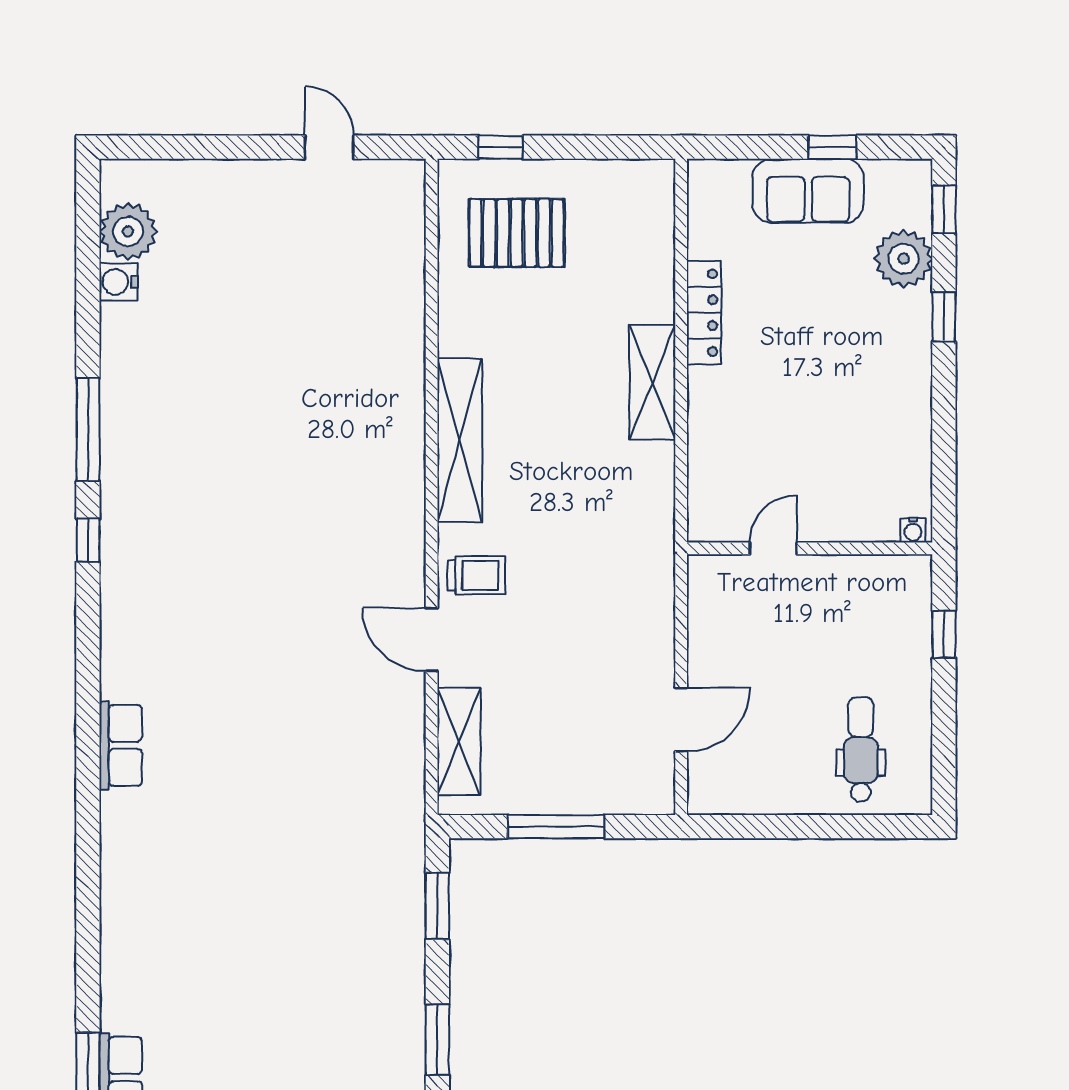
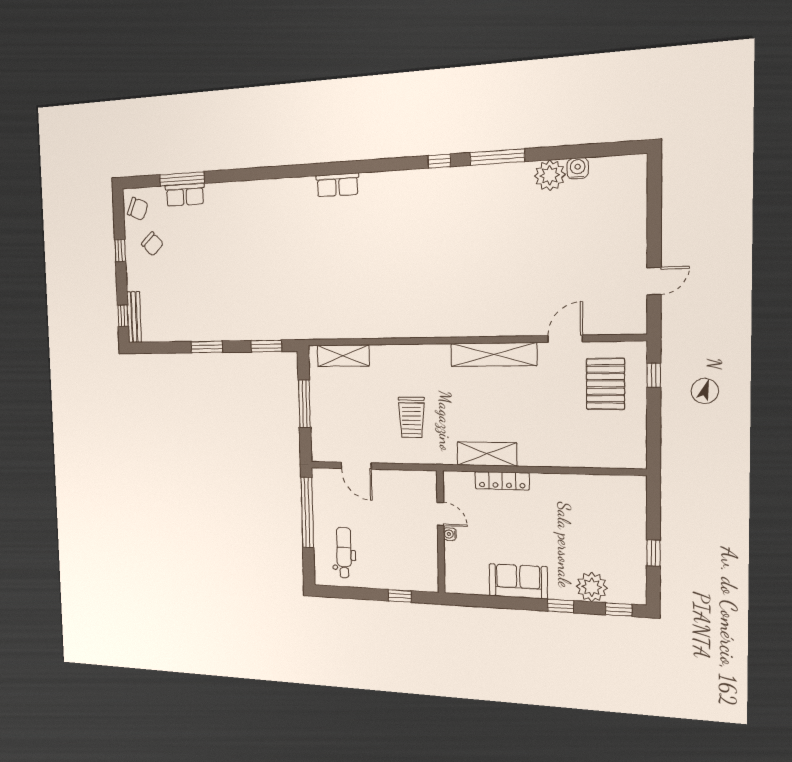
sofa: (808, 191) -> (518, 581), moved, turned 90
plant: (128, 231) -> (550, 175), moved
locker: (704, 313) -> (502, 481), moved
shelving: (652, 382) -> (487, 454), moved
water cooler: (913, 530) -> (450, 534), moved
trolley: (476, 575) -> (412, 417), moved, width x1.36, depth x1.39
door: (432, 640) -> (565, 339), moved
dental chair: (861, 750) -> (344, 553), turned -90
window: (781, 827) -> (307, 512), added

